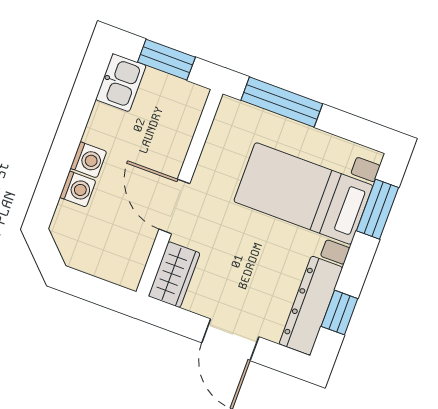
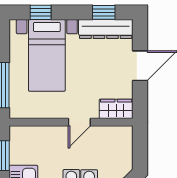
door: (174, 206) -> (79, 122), width x0.73
window: (377, 209) -> (41, 12), width x0.67

